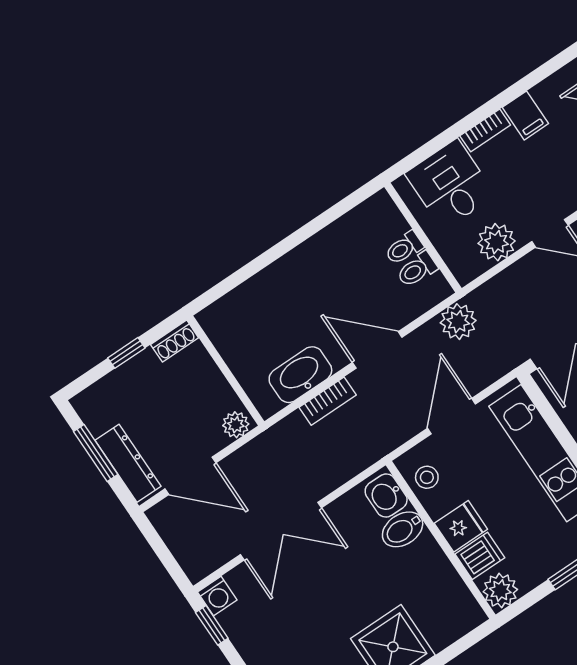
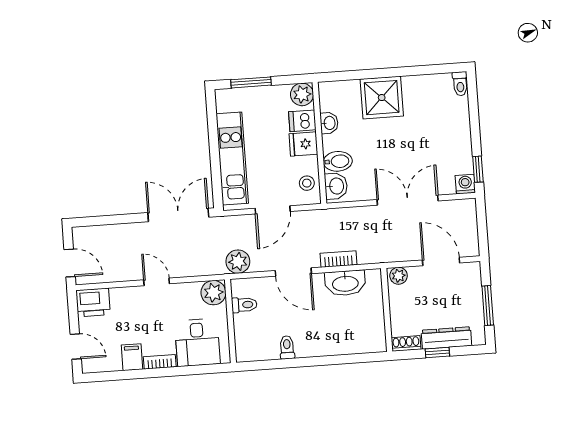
plant: (496, 242) -> (213, 293), moved
toilet: (404, 248) -> (287, 347), moved, turned -90
dresser: (128, 463) -> (446, 338), moved, turned 90
washbasin: (443, 573) -> (329, 123), added

